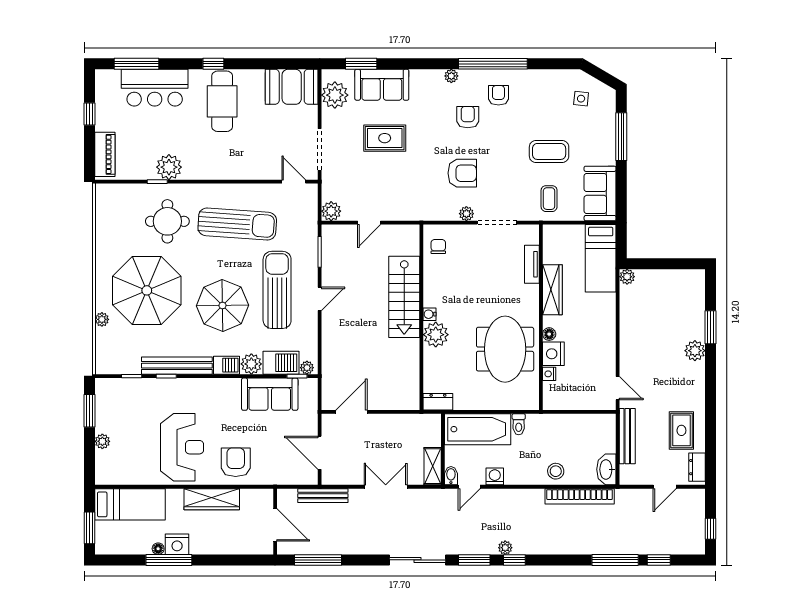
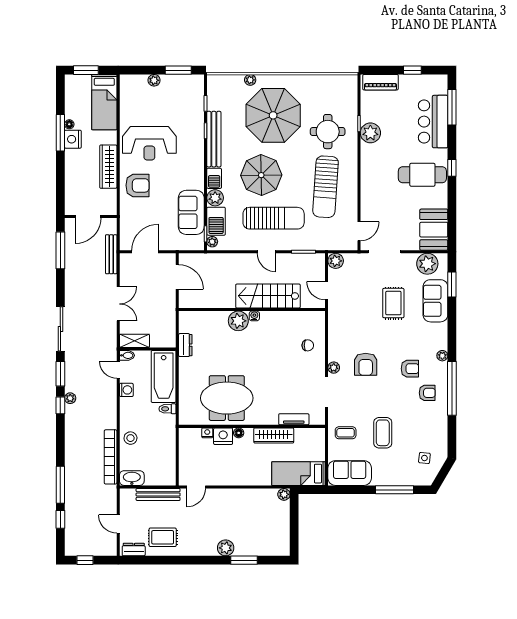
stairs: (404, 297) -> (268, 296), moved
water cooler: (430, 314) -> (254, 316), moved
wall: (421, 317) -> (252, 310), moved
plant: (436, 335) -> (238, 321), moved

